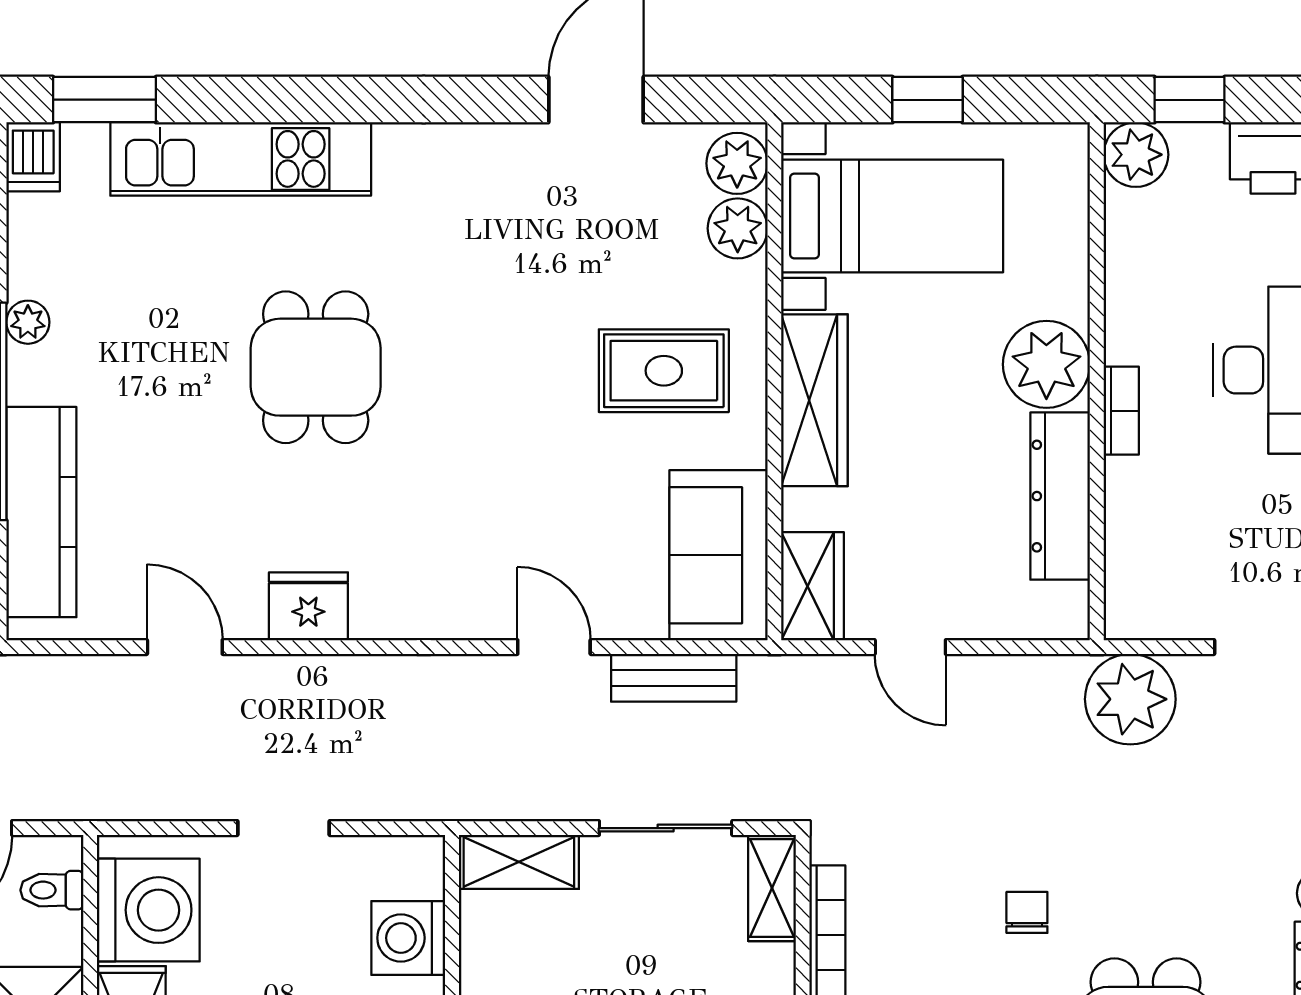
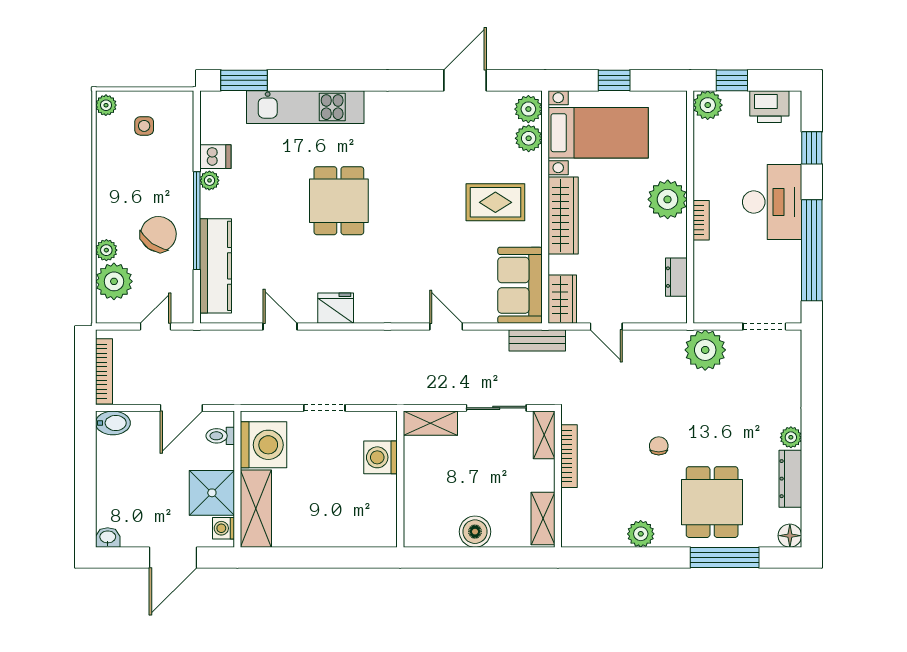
dishwasher: (33, 157) -> (215, 157), moved, turned -90
dresser: (1060, 496) -> (676, 277), width x0.51, depth x0.80
bench: (674, 678) -> (537, 340), moved

